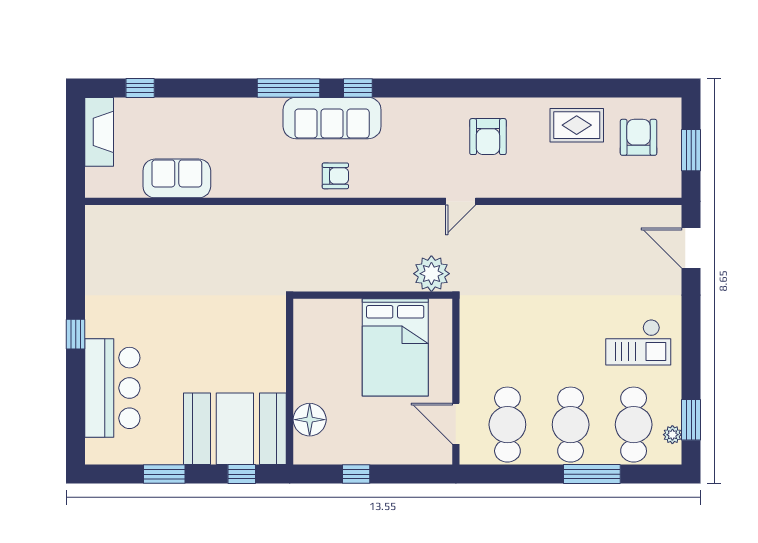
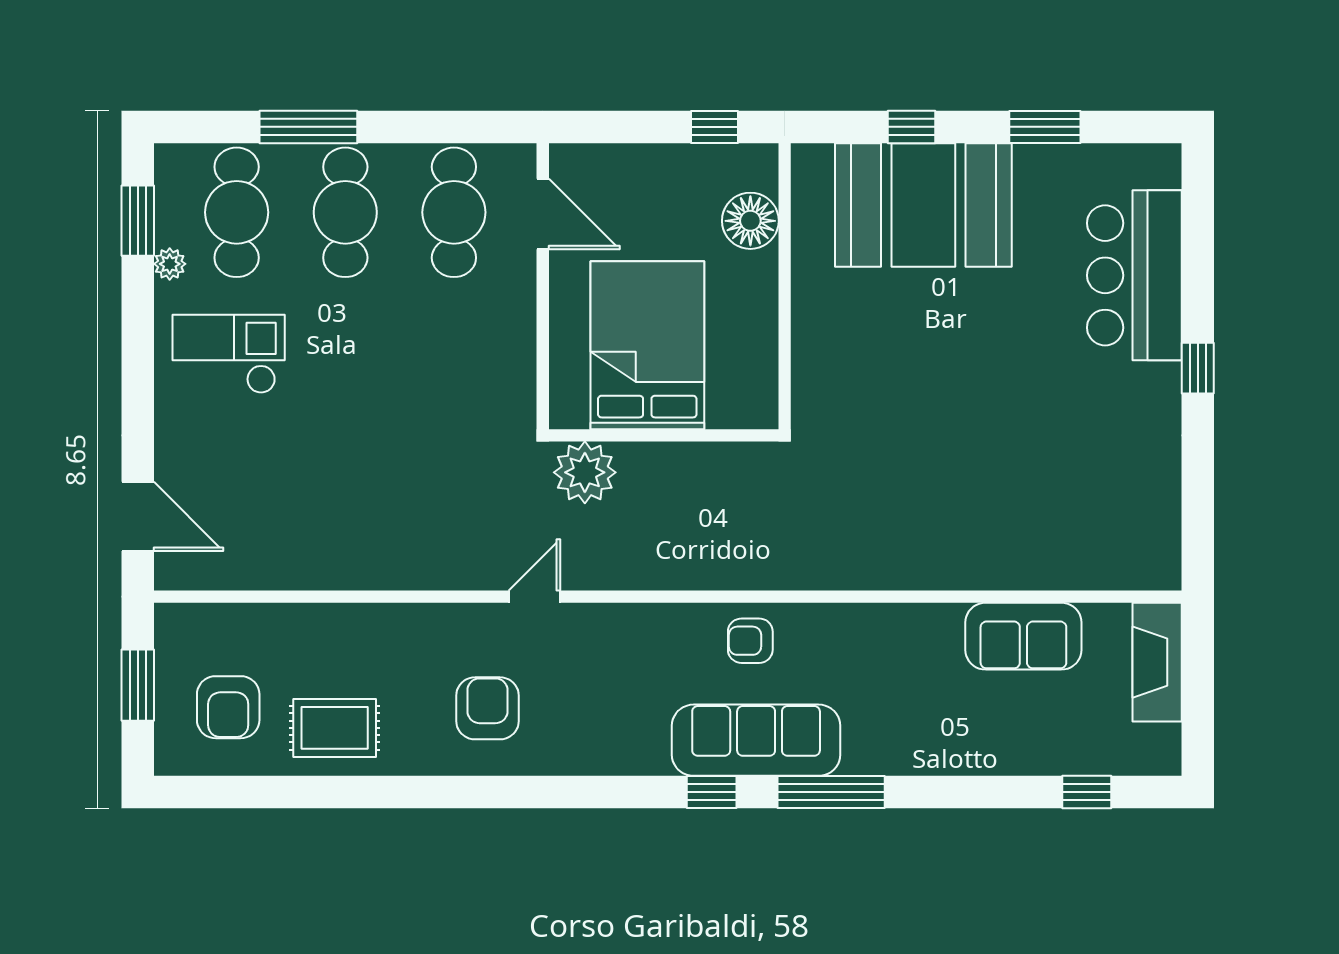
fireplace: (99, 132) -> (1157, 662), moved
wall: (290, 382) -> (785, 286), moved
floor lamp: (310, 420) -> (750, 221), moved
plant: (672, 435) -> (170, 264), moved

